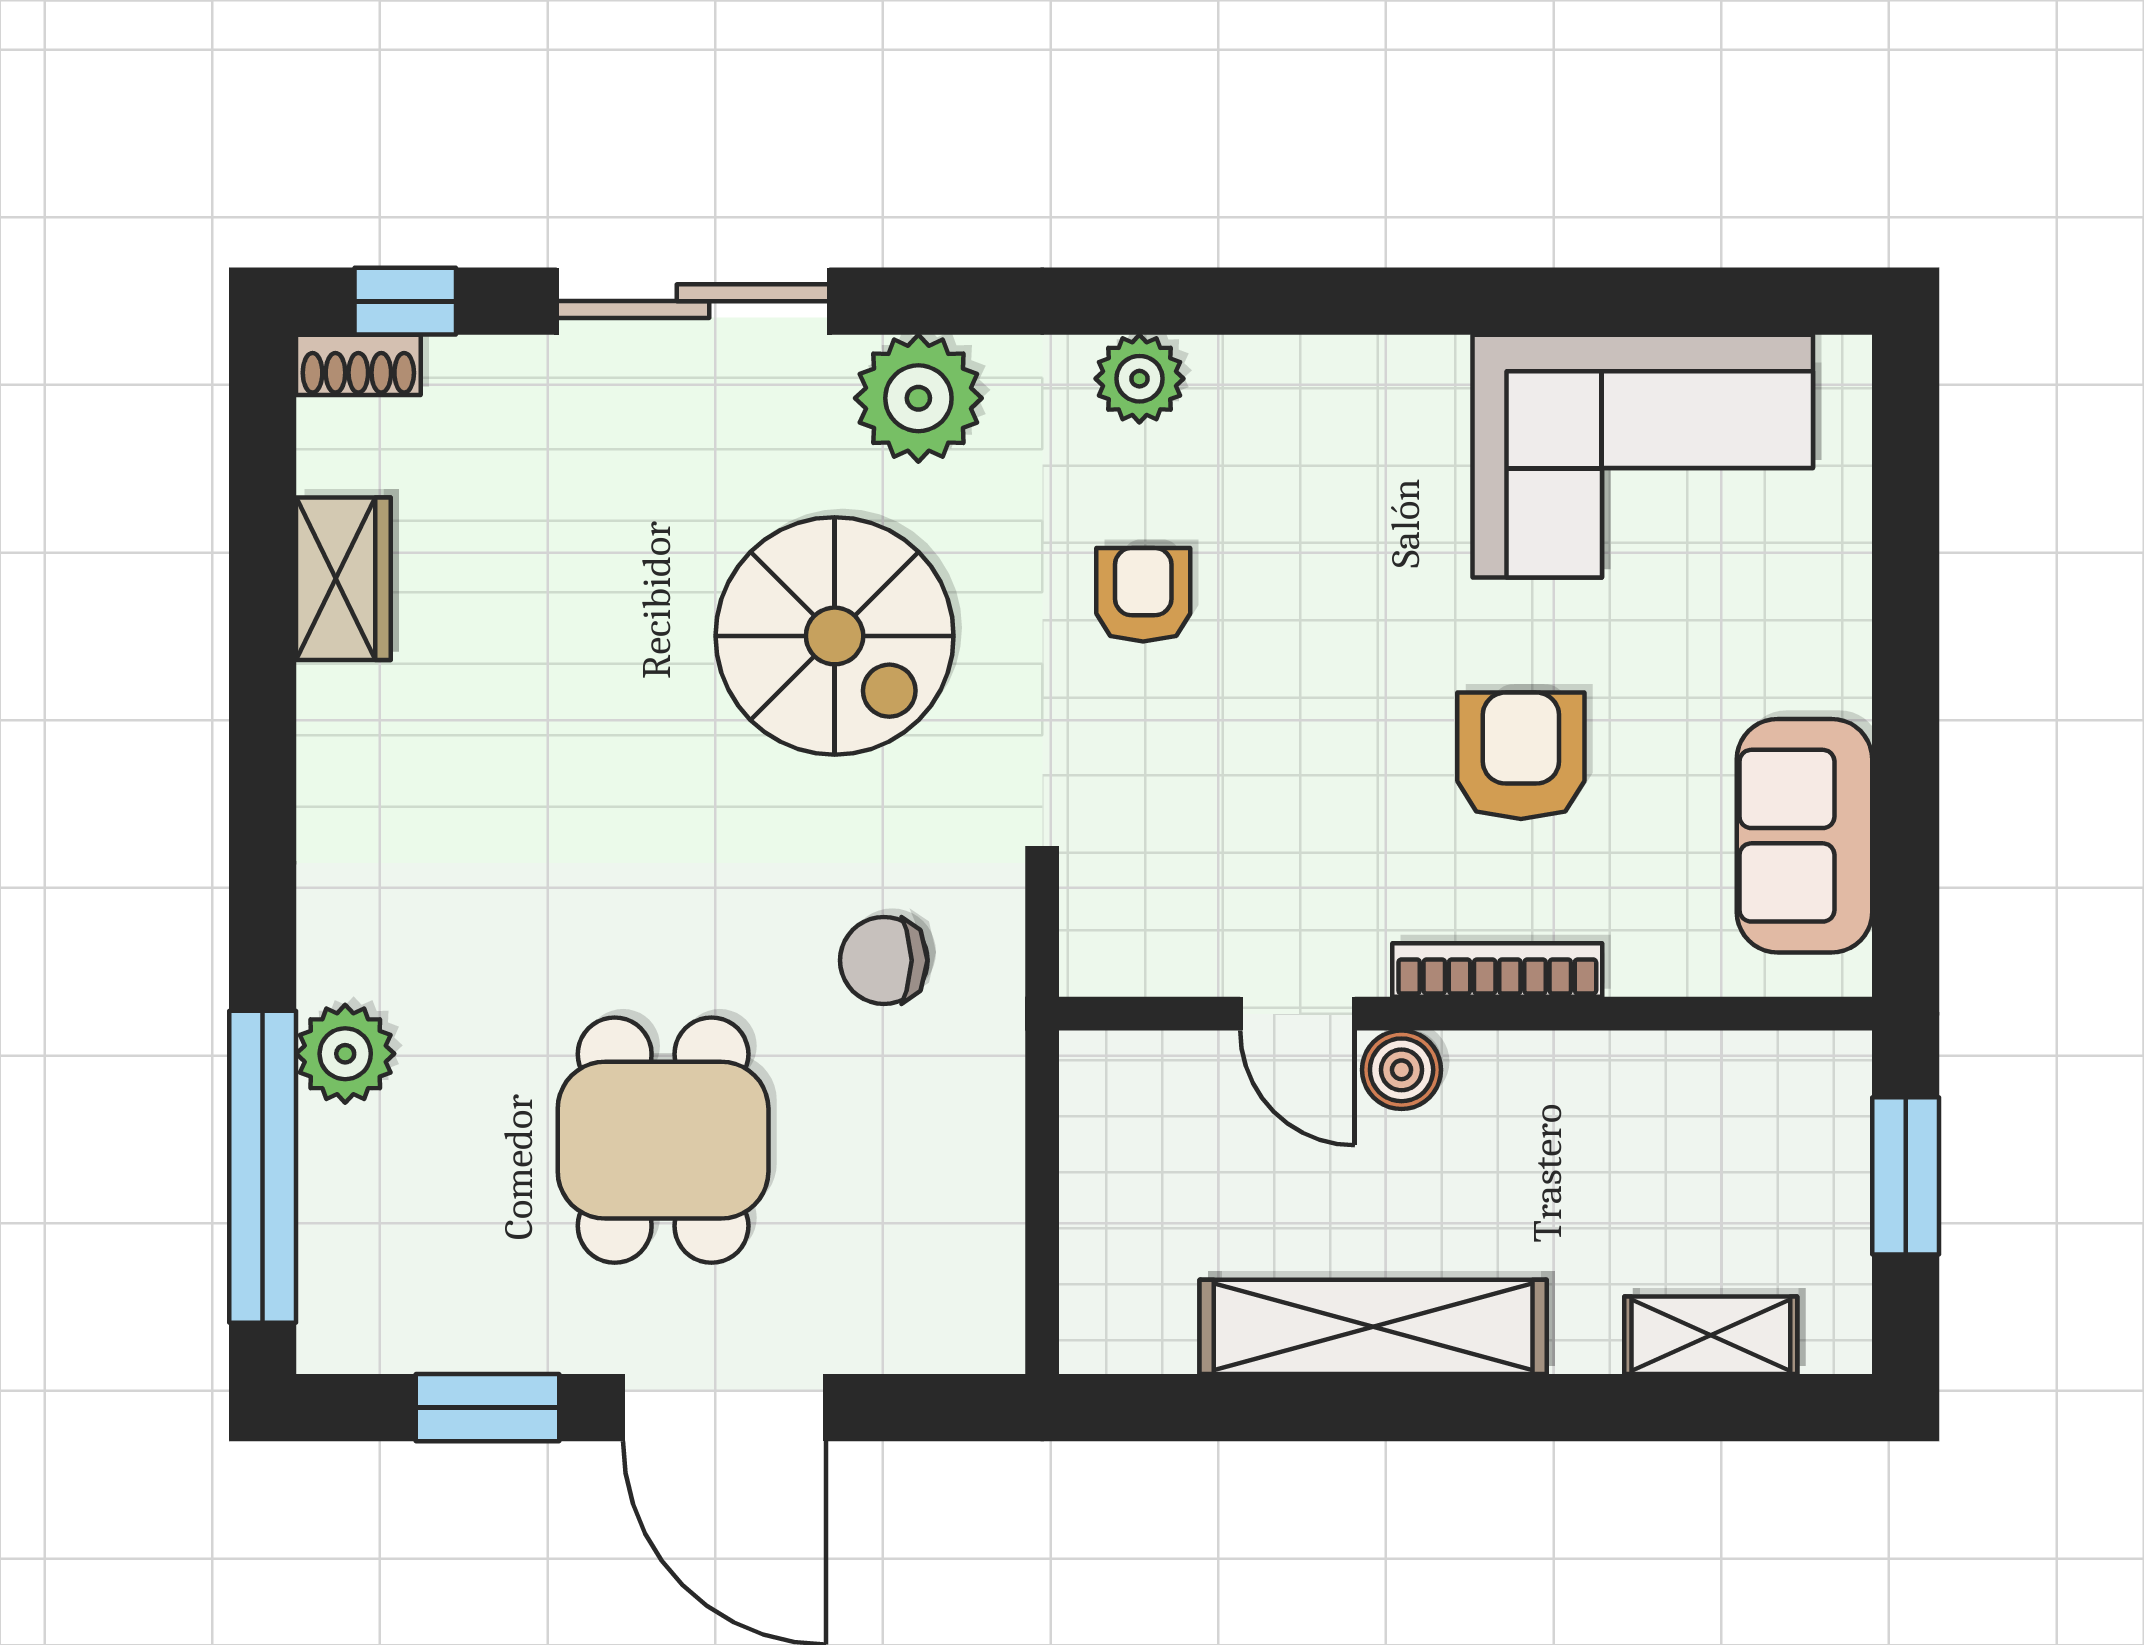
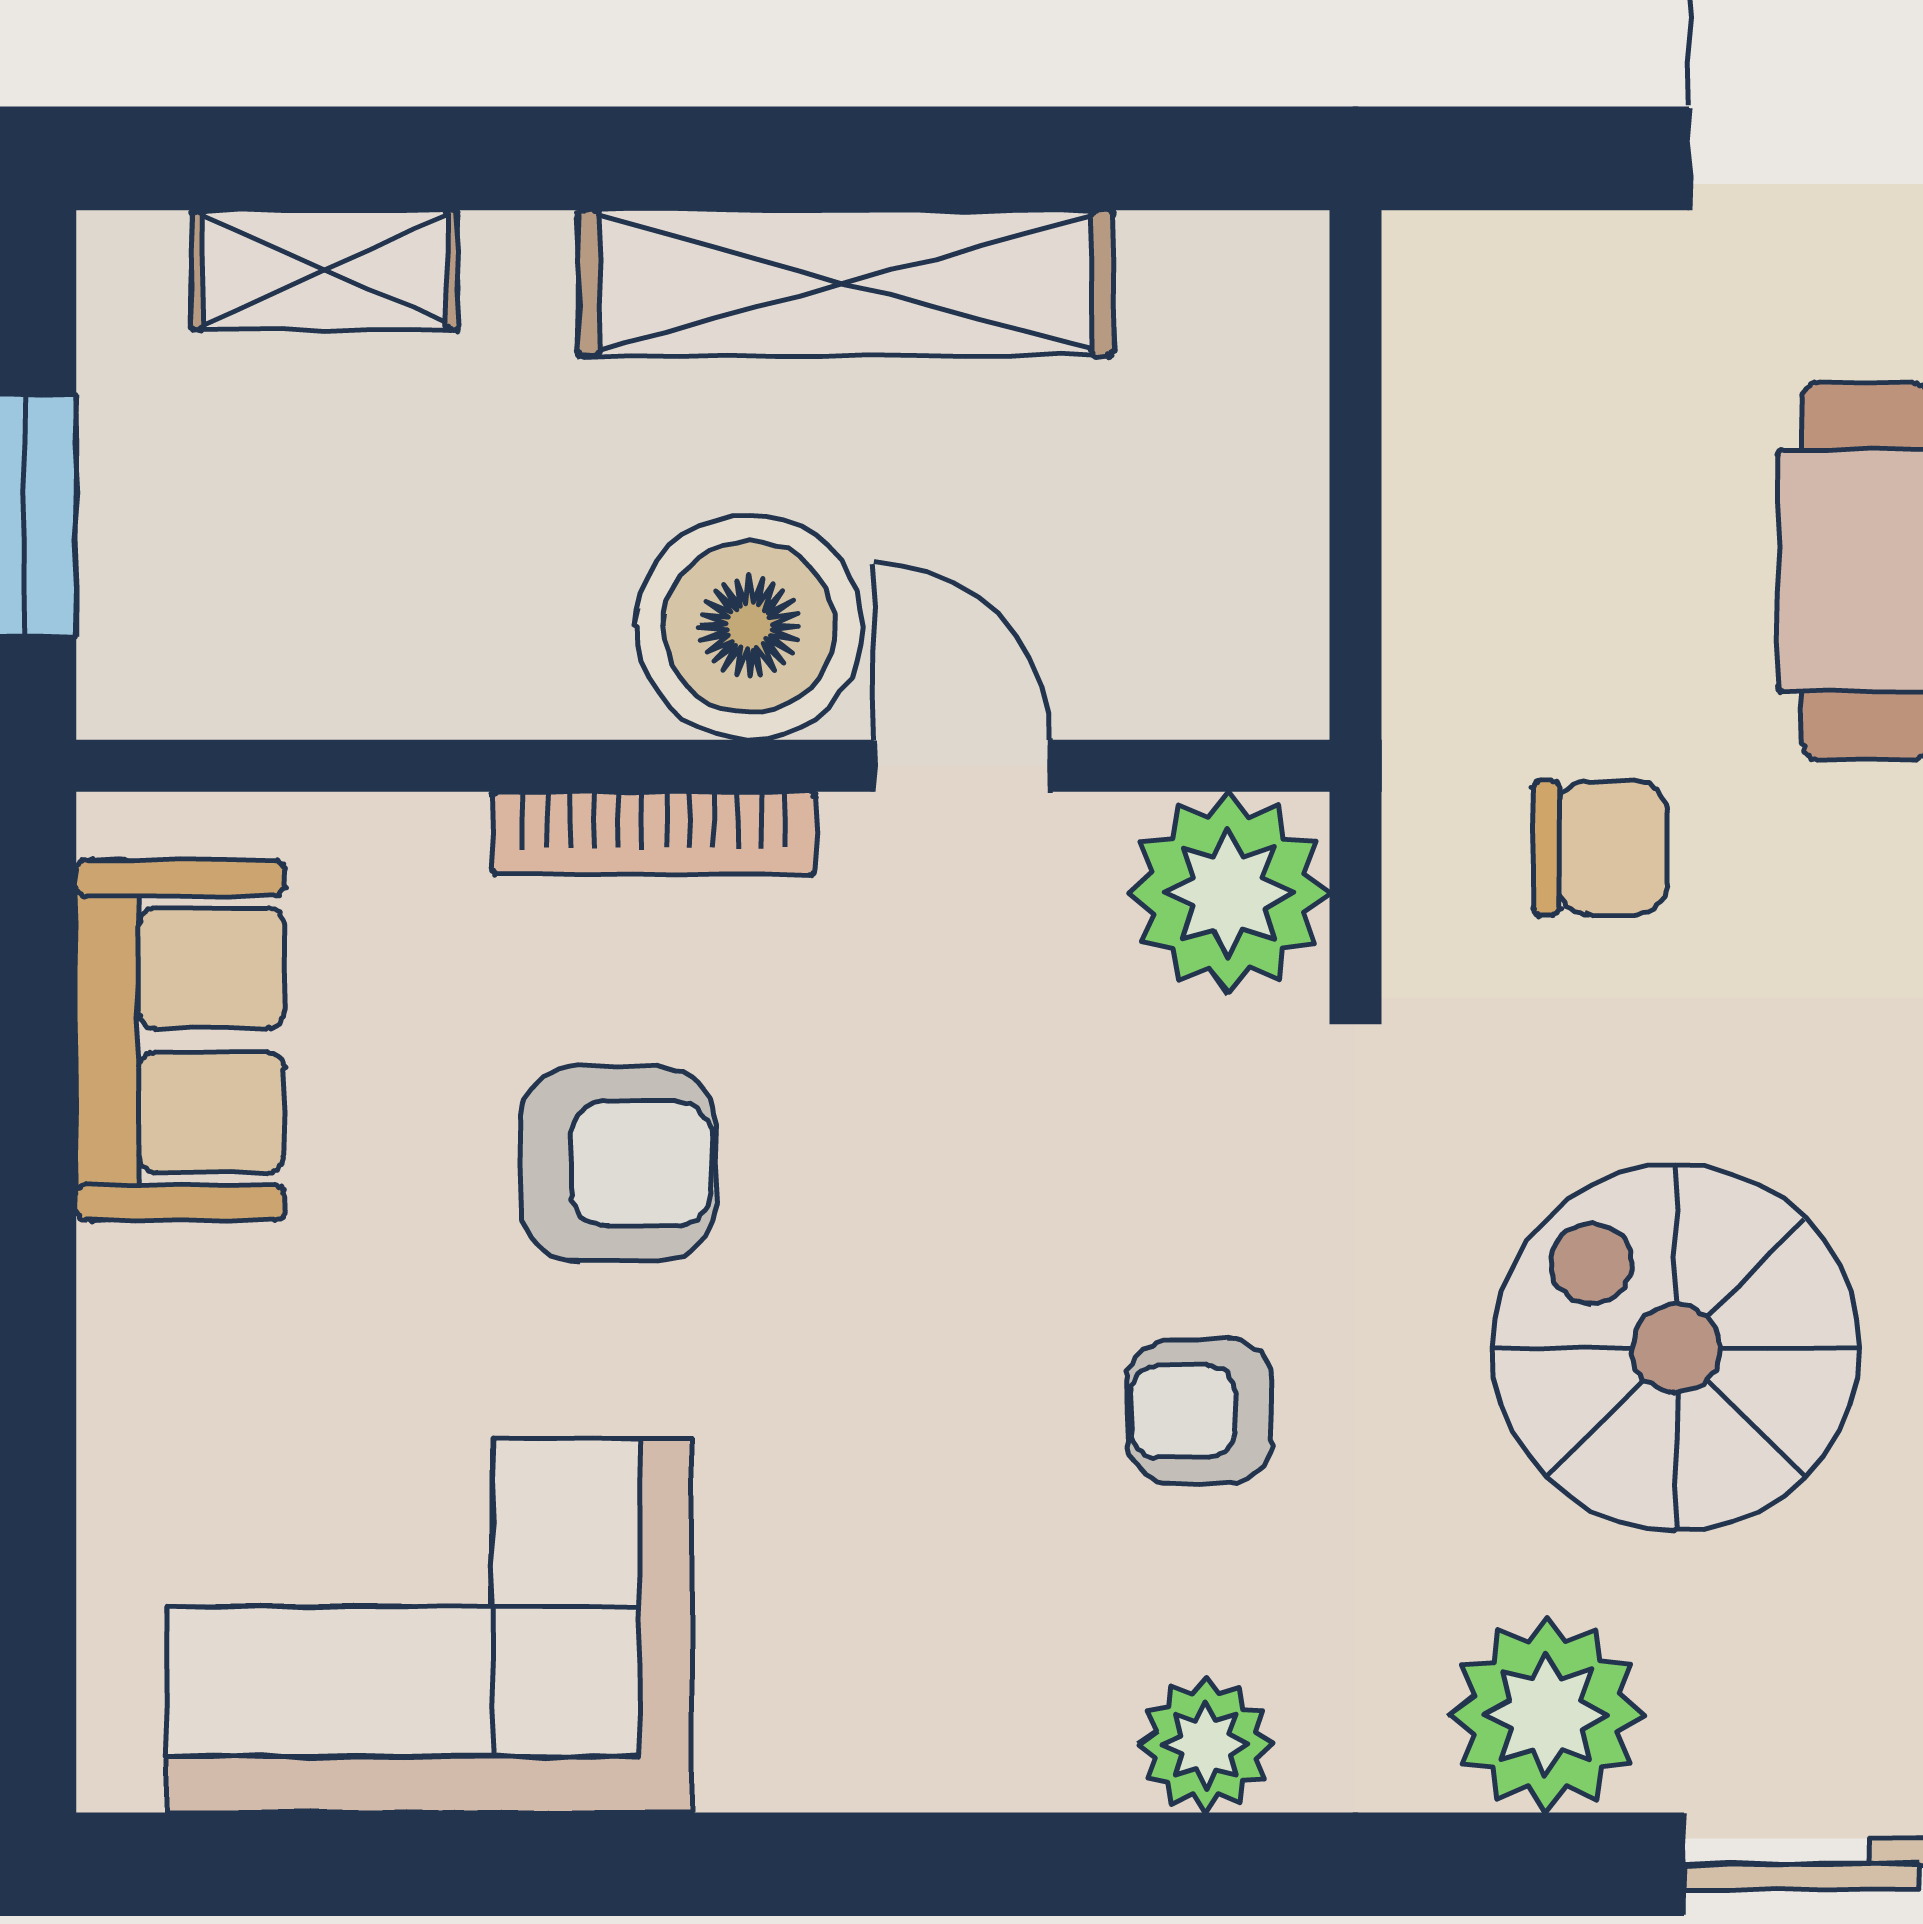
armchair: (1143, 595) -> (1200, 1412), turned 90
armchair: (1521, 756) -> (618, 1163), turned -90
plant: (1125, 931) -> (1228, 893), added
boiler: (1402, 1070) -> (749, 627), width x1.86, depth x1.86

